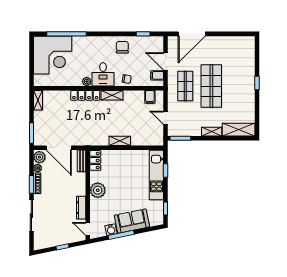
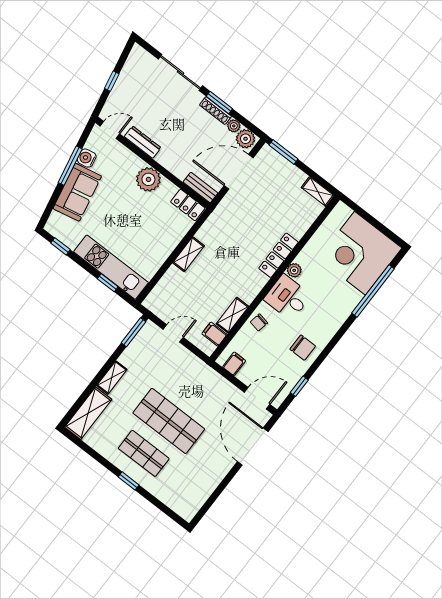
door: (166, 61) -> (257, 398), moved
shop shelf: (185, 86) -> (144, 453), moved
shelving: (112, 95) -> (232, 315), moved

